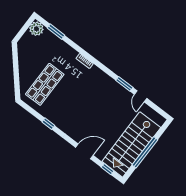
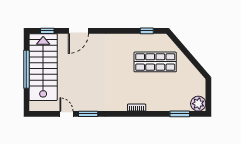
shop shelf: (45, 84) -> (155, 62), turned 90
window: (48, 124) -> (147, 31), moved

